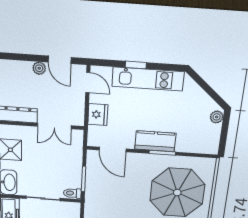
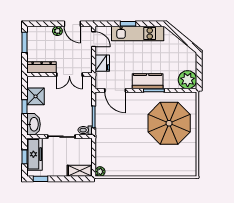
plant: (217, 117) -> (188, 80), moved, width x1.87, depth x1.87

